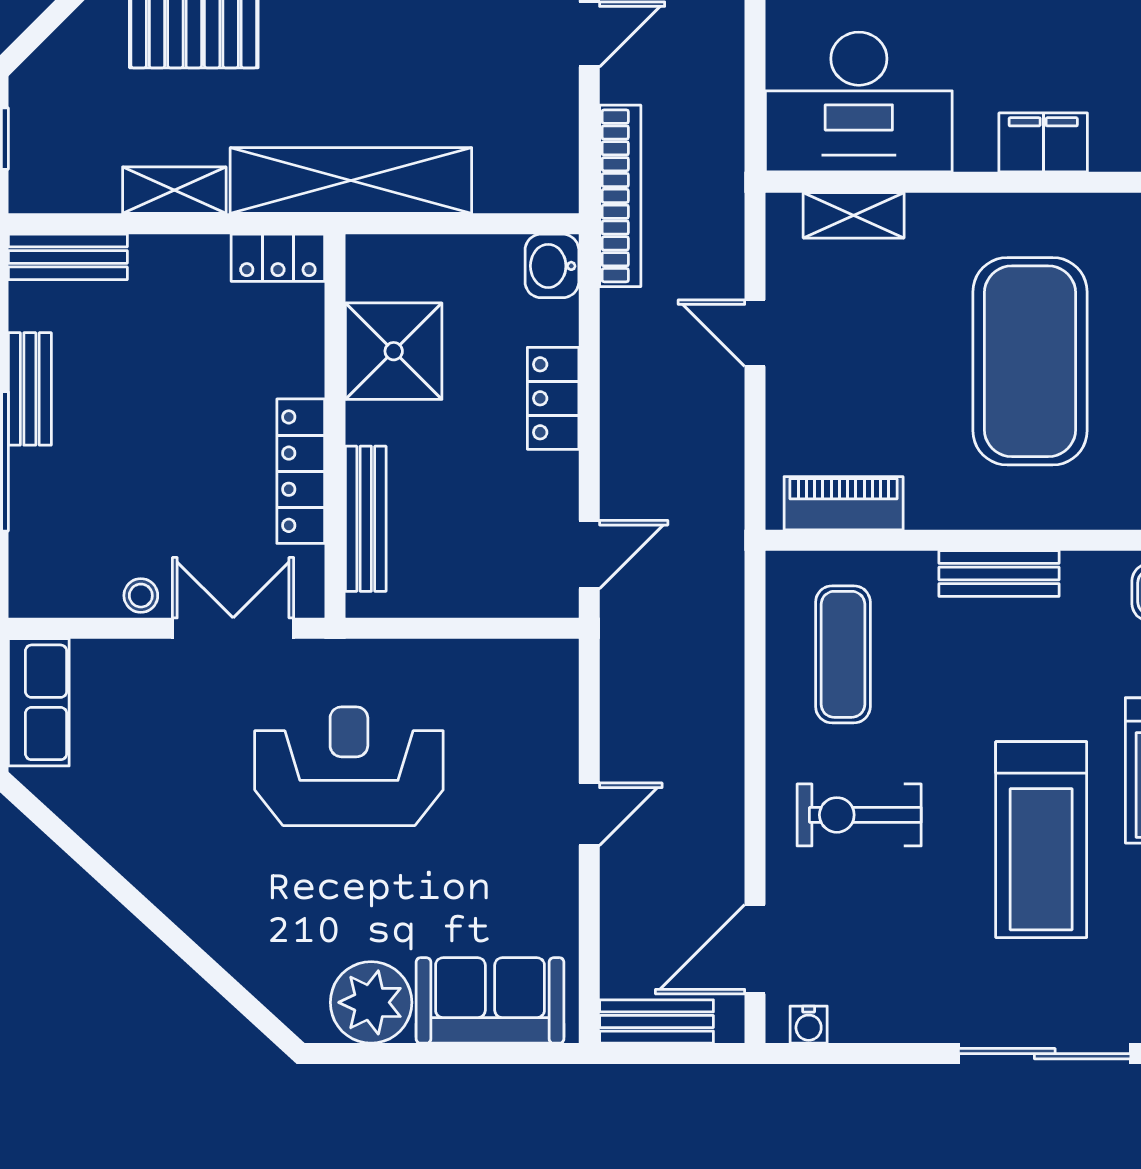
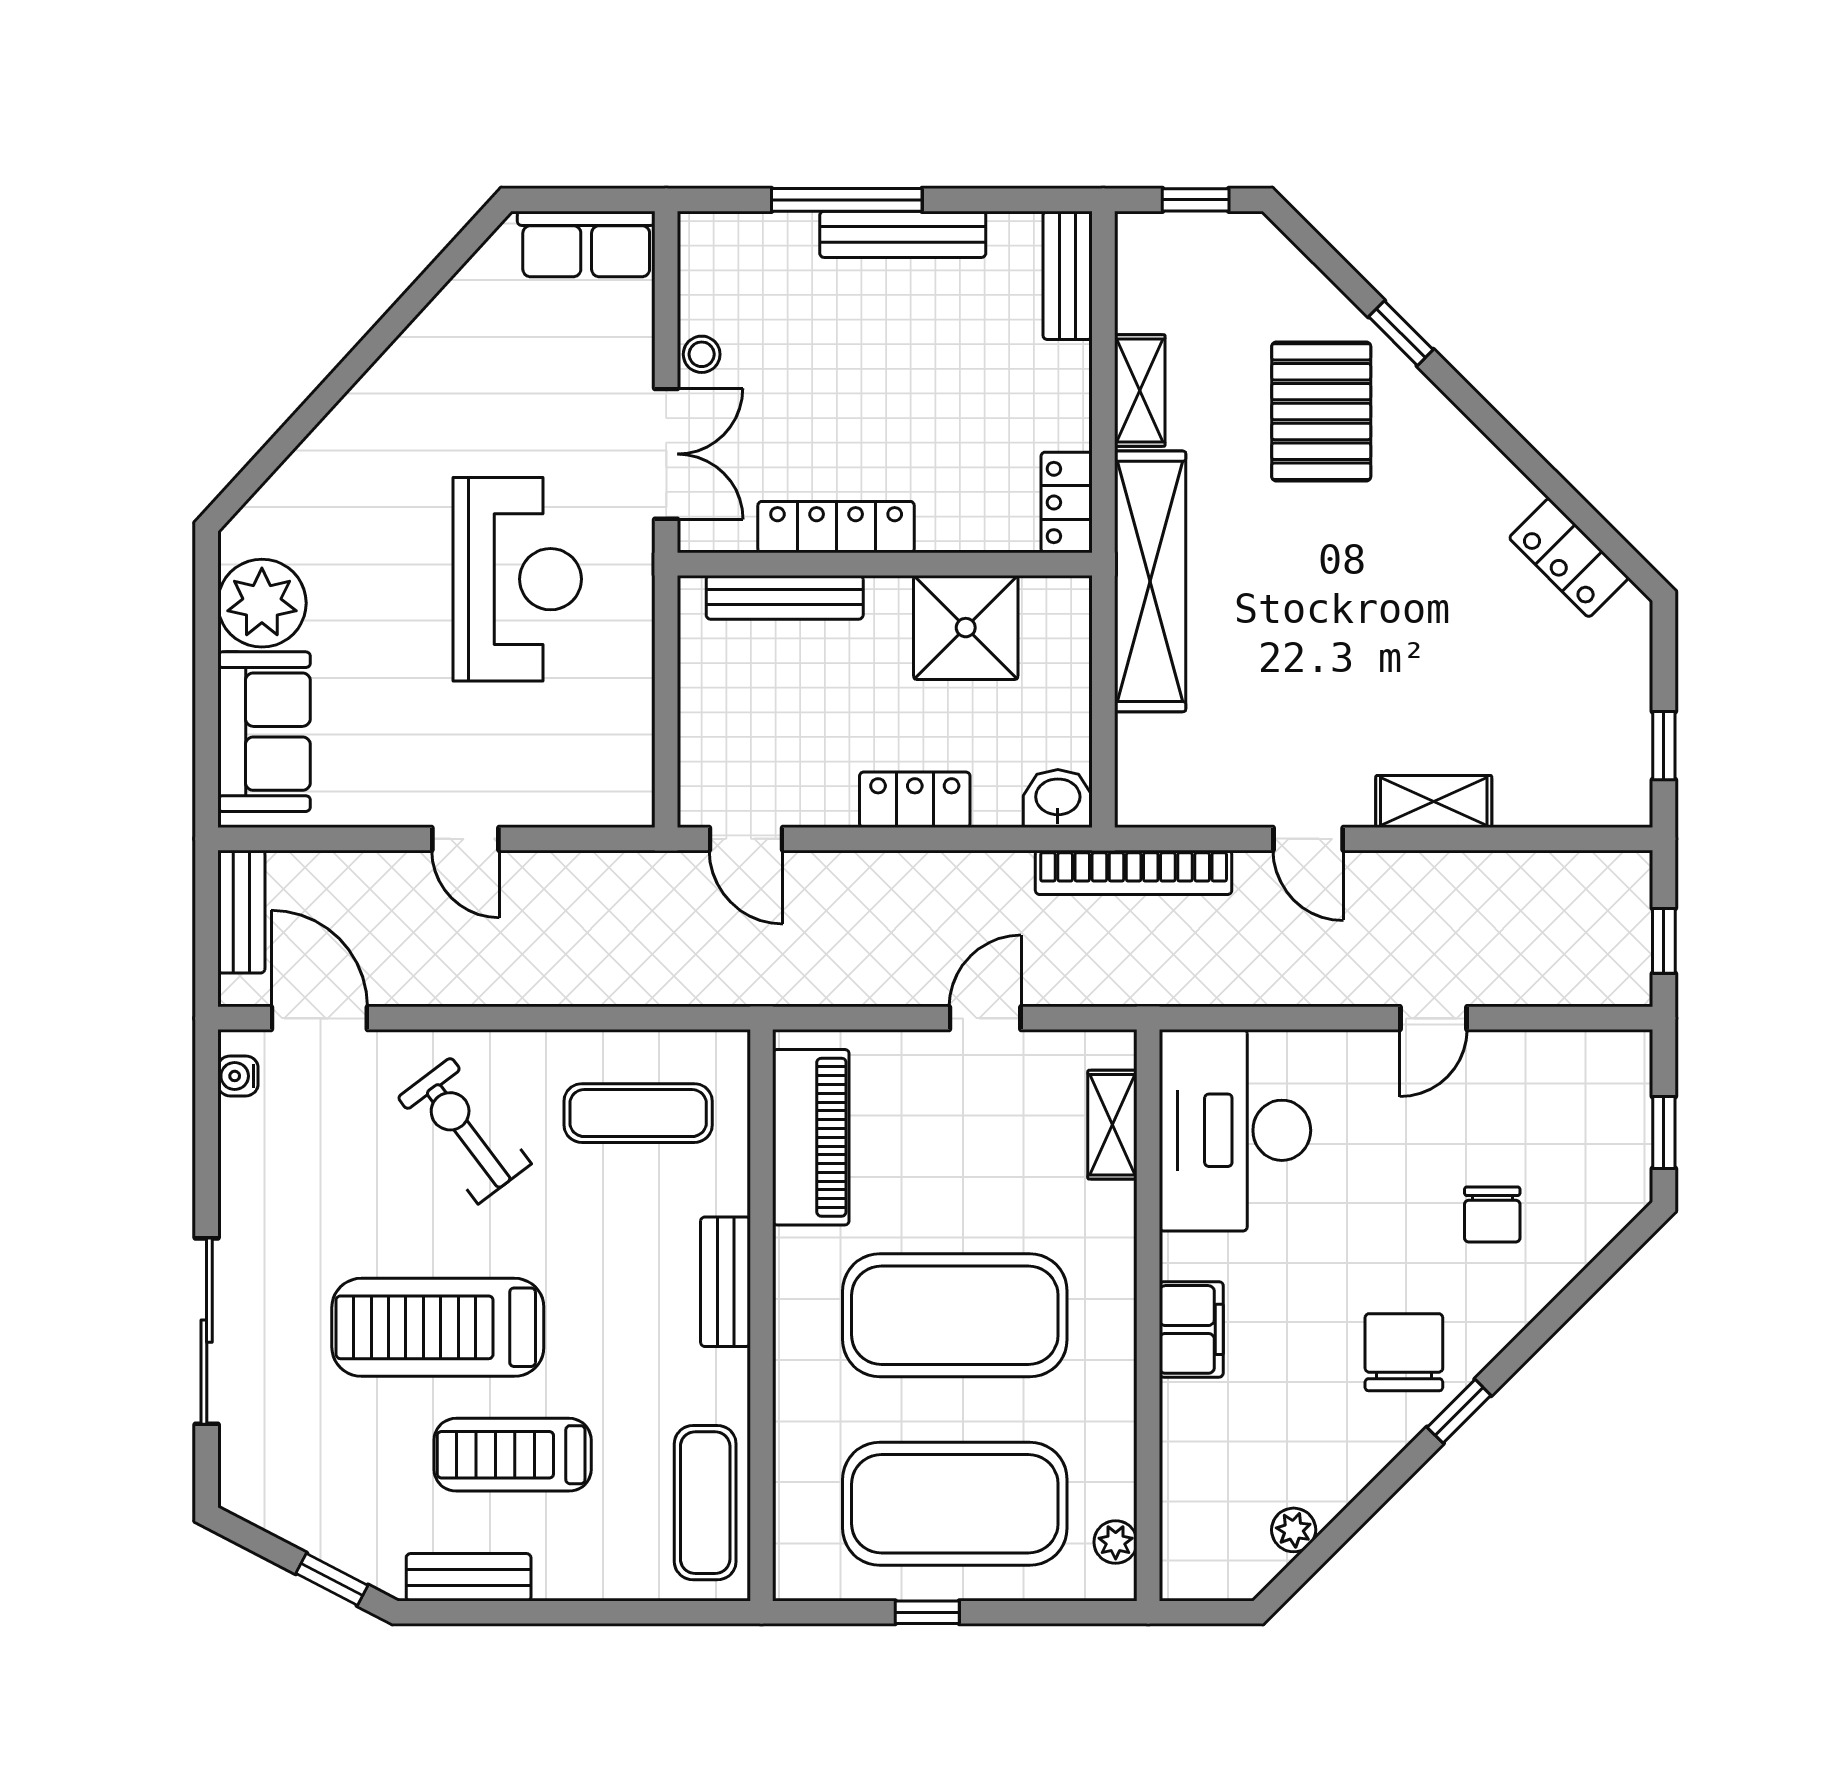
bench: (30, 389) -> (903, 234), width x1.36
piano: (844, 503) -> (811, 1137), width x1.37, depth x1.33
exercise bike: (859, 815) -> (465, 1131), turned -37

